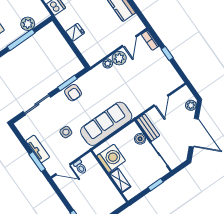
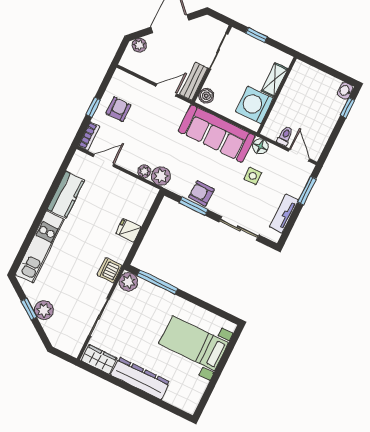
plant: (28, 24) -> (128, 282), moved
window: (21, 40) -> (157, 282), moved
plant: (119, 58) -> (161, 176), moved
armchair: (157, 69) -> (118, 109), added
armchair: (73, 93) -> (201, 193), turned -88
door: (161, 101) -> (166, 90), moved
boiler: (140, 139) -> (206, 96), moved
floor lamp: (82, 147) -> (260, 146), added
tv unit: (38, 149) -> (284, 214), moved

